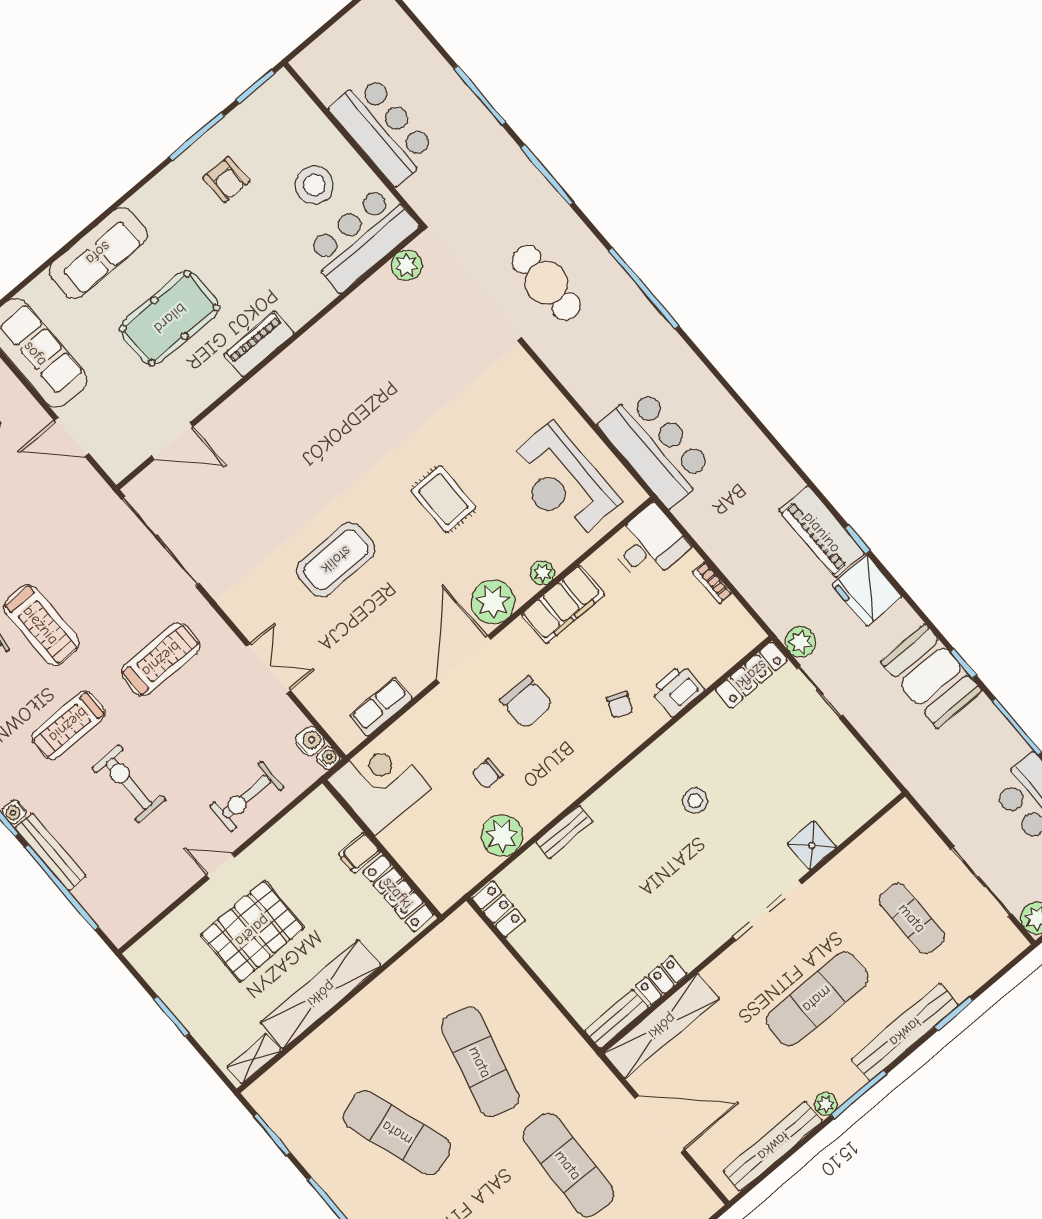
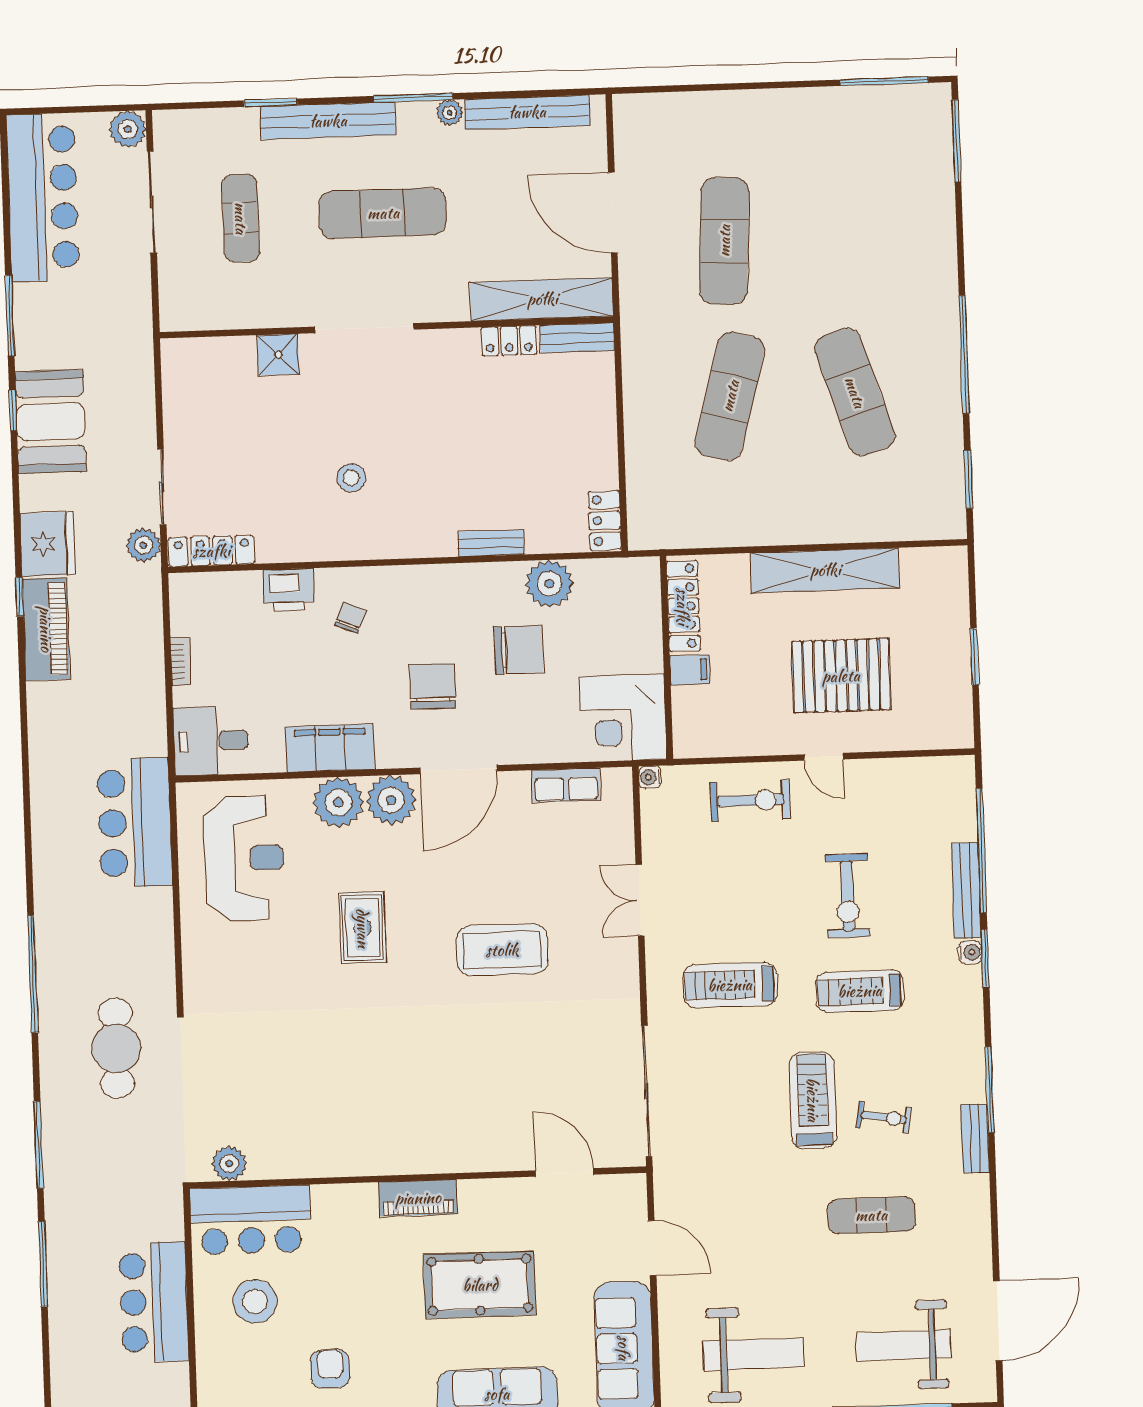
plant: (542, 573) -> (338, 802), width x1.88, depth x1.88
treadmill: (68, 725) -> (860, 991), turned 180
water cooler: (310, 741) -> (654, 805), removed
chair: (487, 774) -> (519, 650), width x1.87, depth x1.87
shelving: (254, 1059) -> (931, 560), removed

